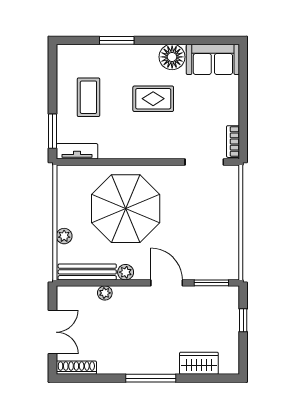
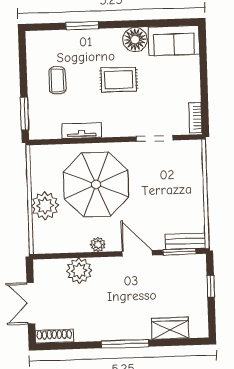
coffee table: (88, 97) -> (57, 80), width x0.73, depth x0.77
tv unit: (77, 151) -> (82, 131), moved
doorway: (204, 162) -> (154, 138), moved
plant: (64, 236) -> (45, 206), width x1.87, depth x1.87
bench: (87, 272) -> (185, 241), moved, width x0.73
plant: (105, 293) -> (79, 271), width x1.87, depth x1.87
double door: (53, 332) -> (31, 303), swing flipped

